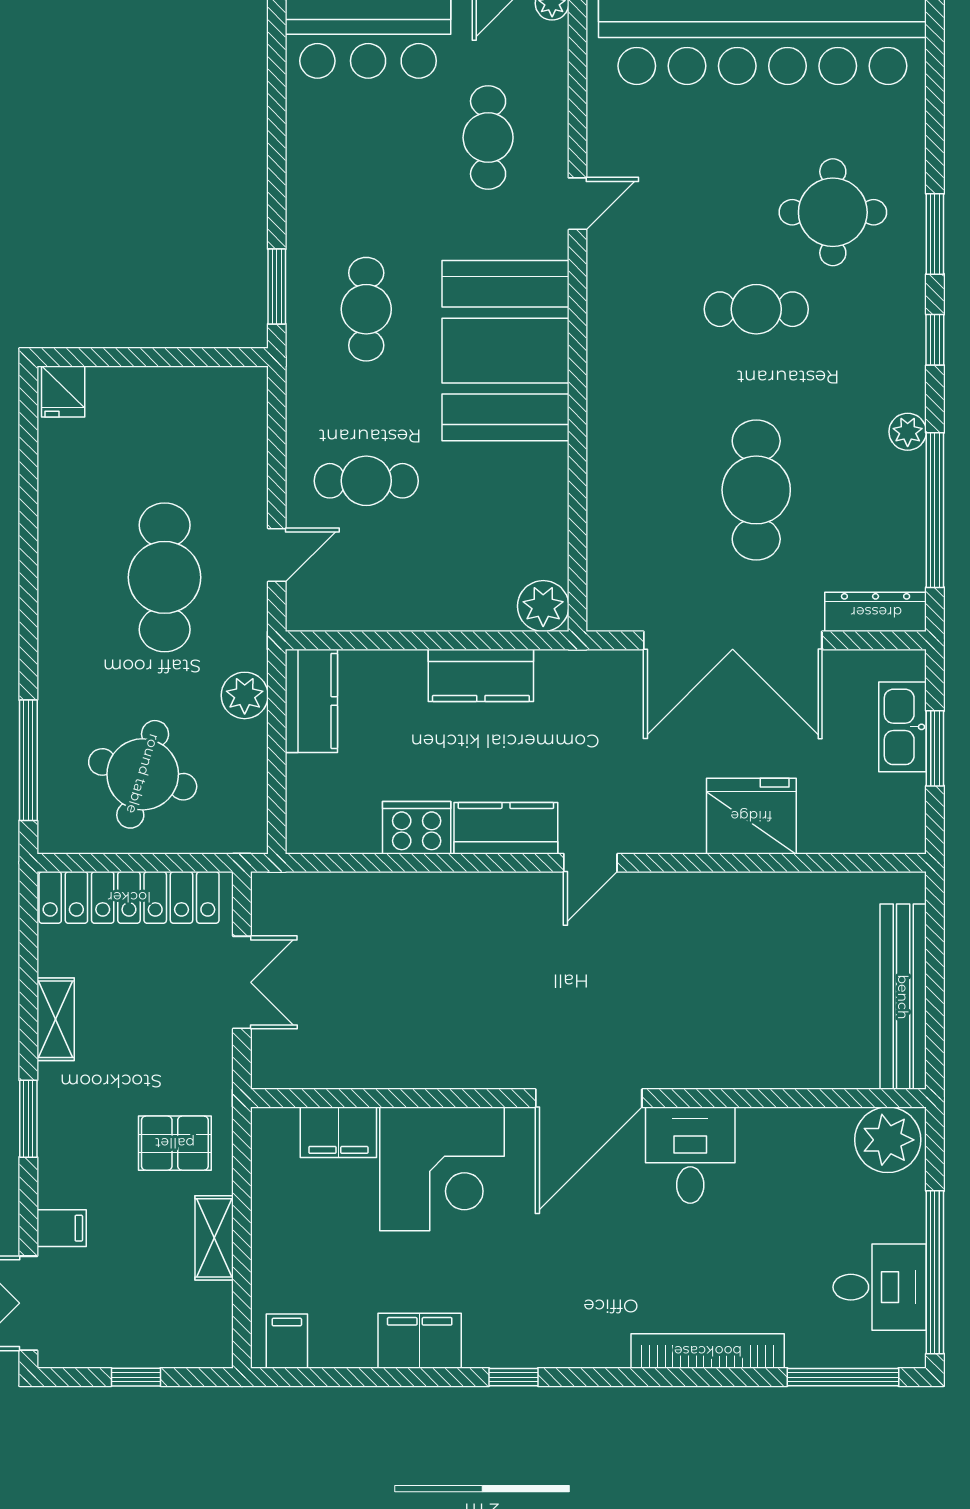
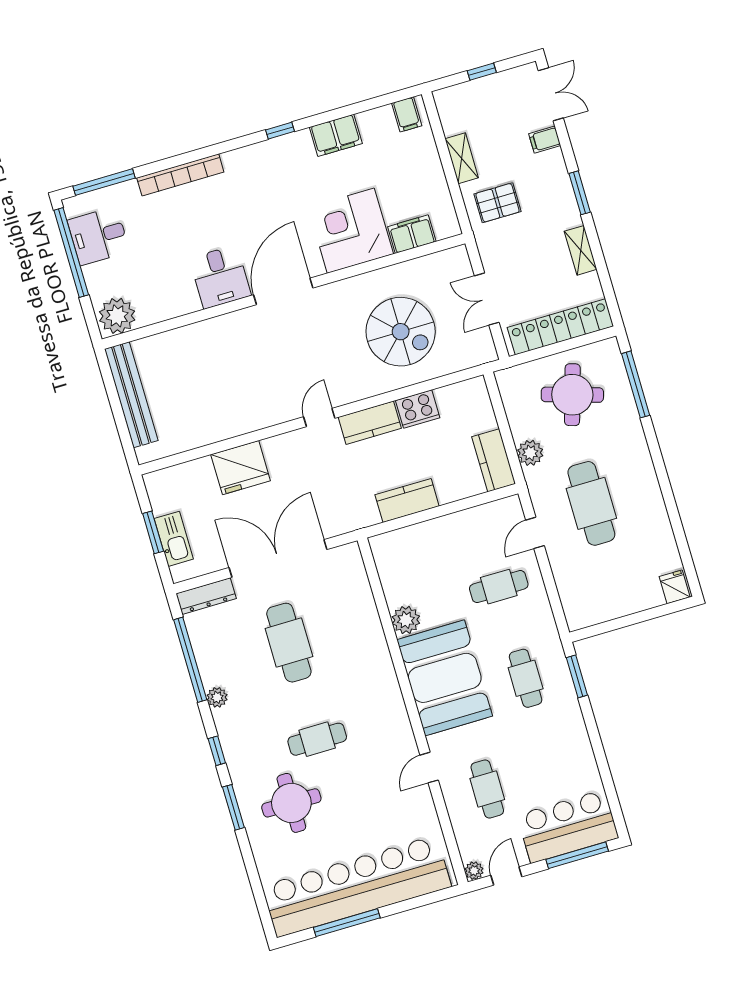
plant: (543, 606) -> (406, 620), moved
spiral stairs: (407, 970) -> (401, 332), added

